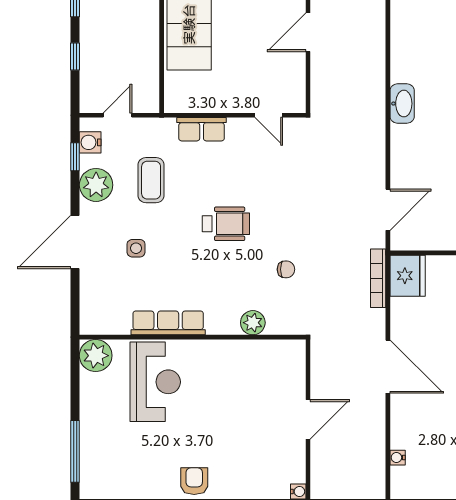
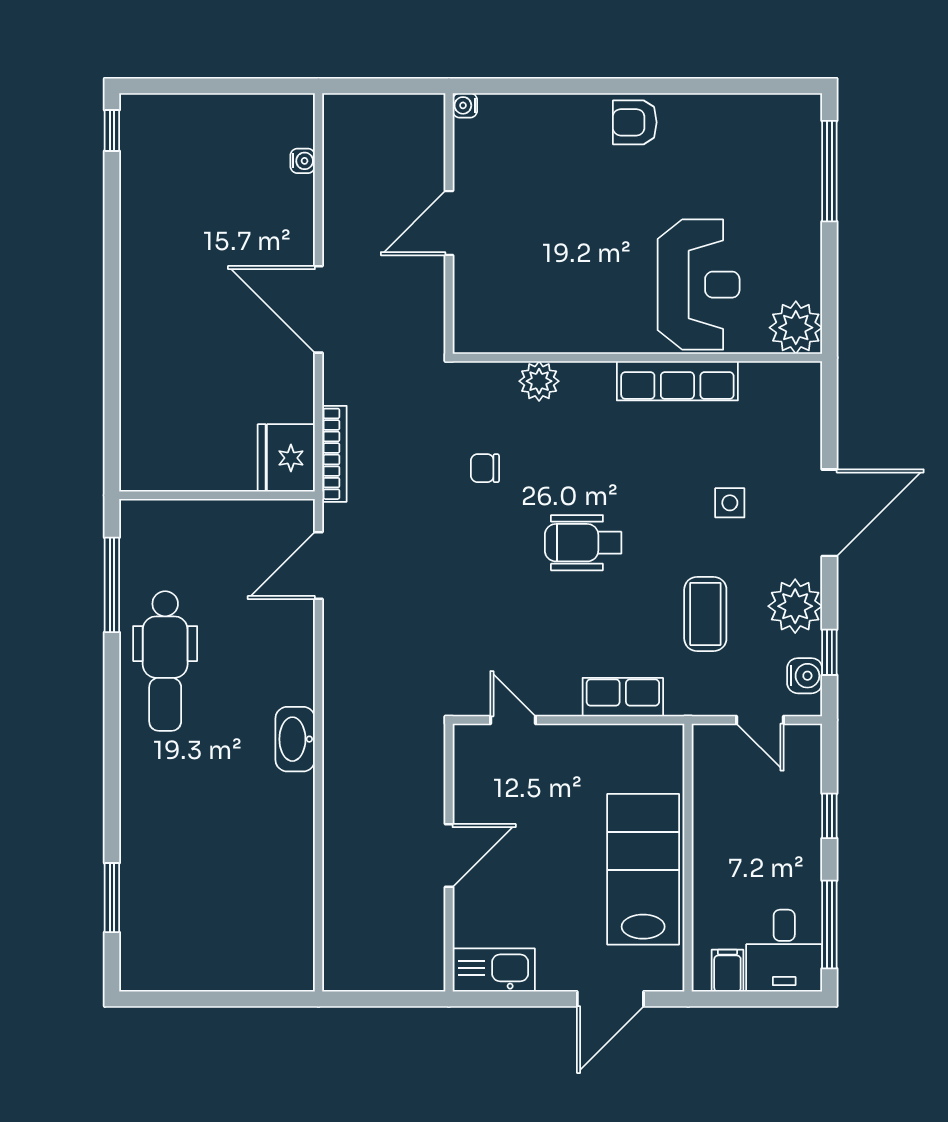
door: (118, 115) -> (760, 720), hinge flipped
reception desk: (155, 382) -> (699, 285), turned 180
armchair: (194, 481) -> (635, 122), turned 90

